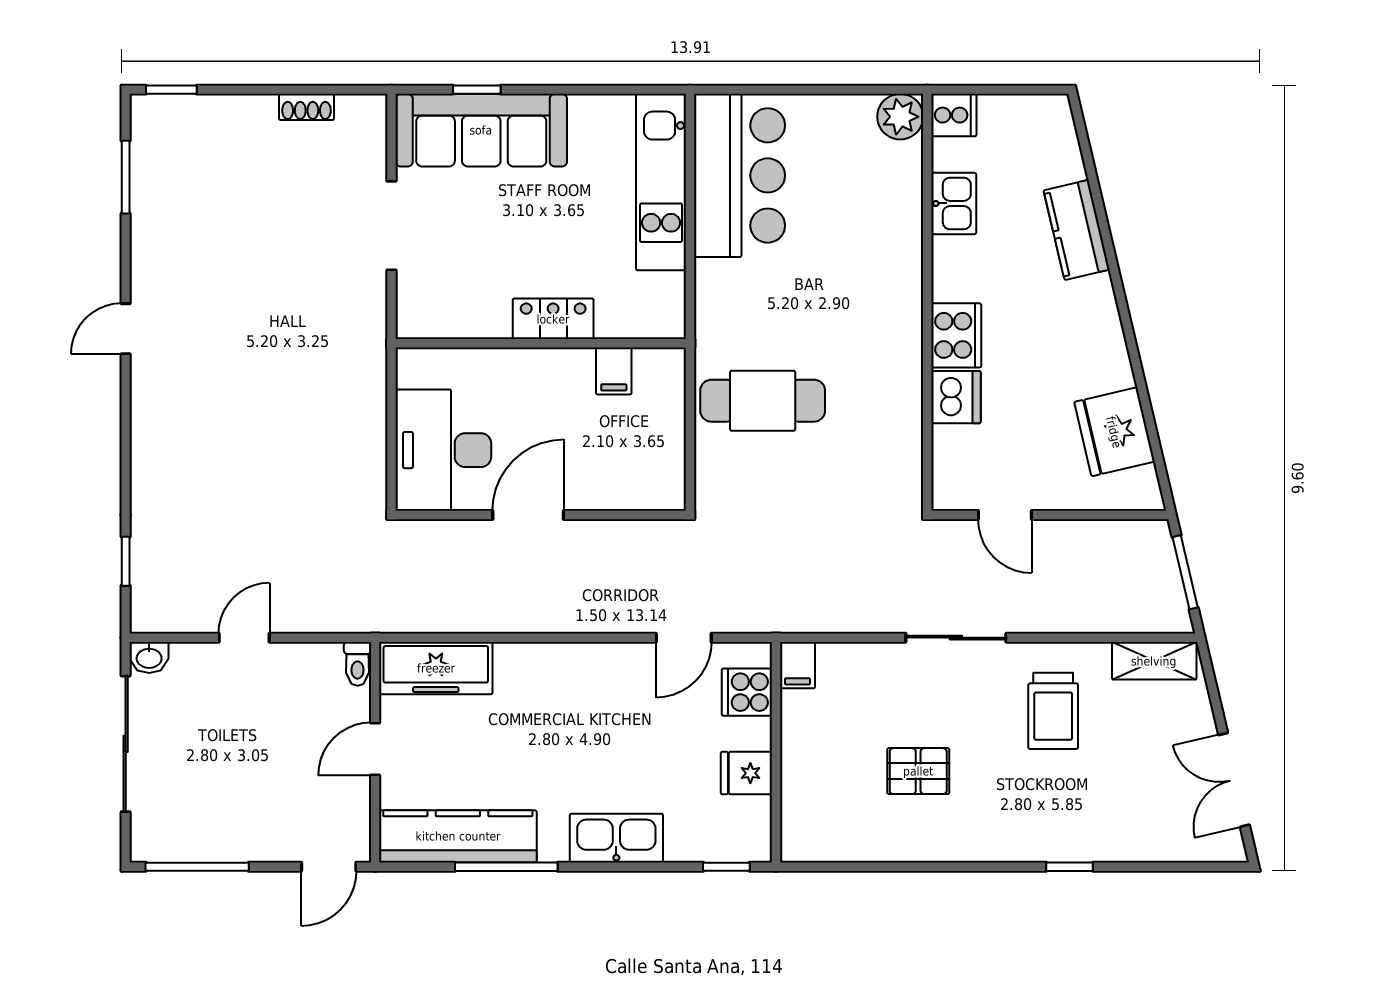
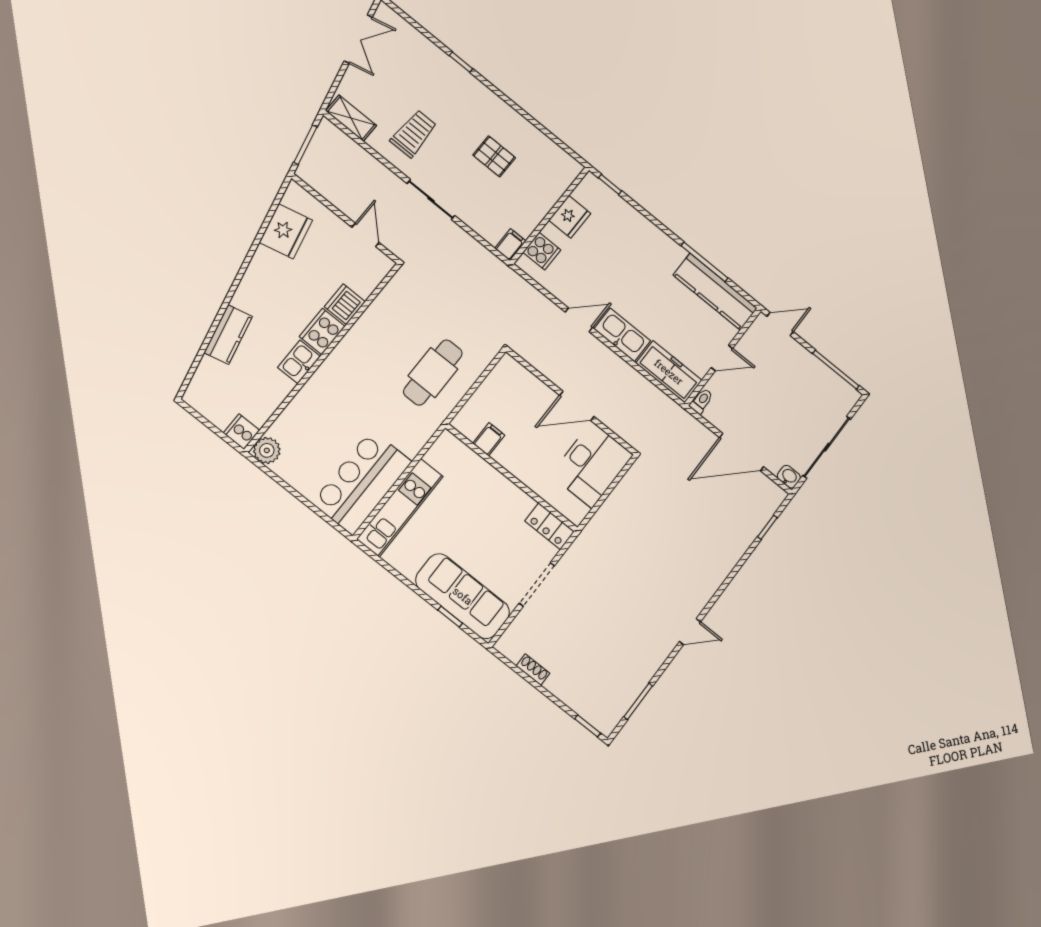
kitchen sink: (954, 203) -> (299, 362), moved
locker: (553, 319) -> (550, 526), moved
cafe table: (763, 401) -> (433, 372), turned 90
door: (244, 638) -> (742, 452), width x1.88
door: (684, 638) -> (579, 320), moved
fridge: (746, 773) -> (570, 217), width x1.38
kitchen sink: (616, 838) -> (622, 335), moved, turned 180

